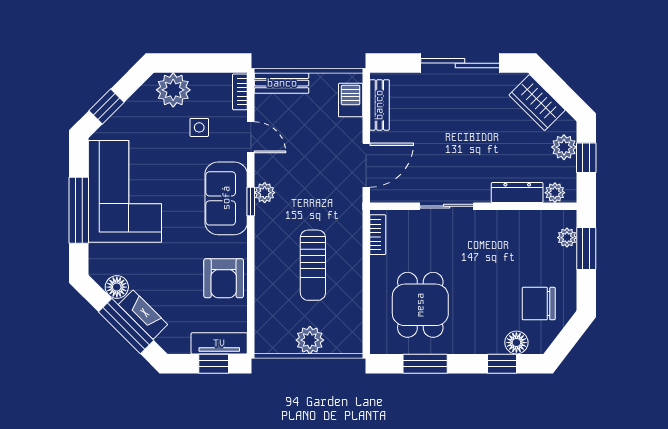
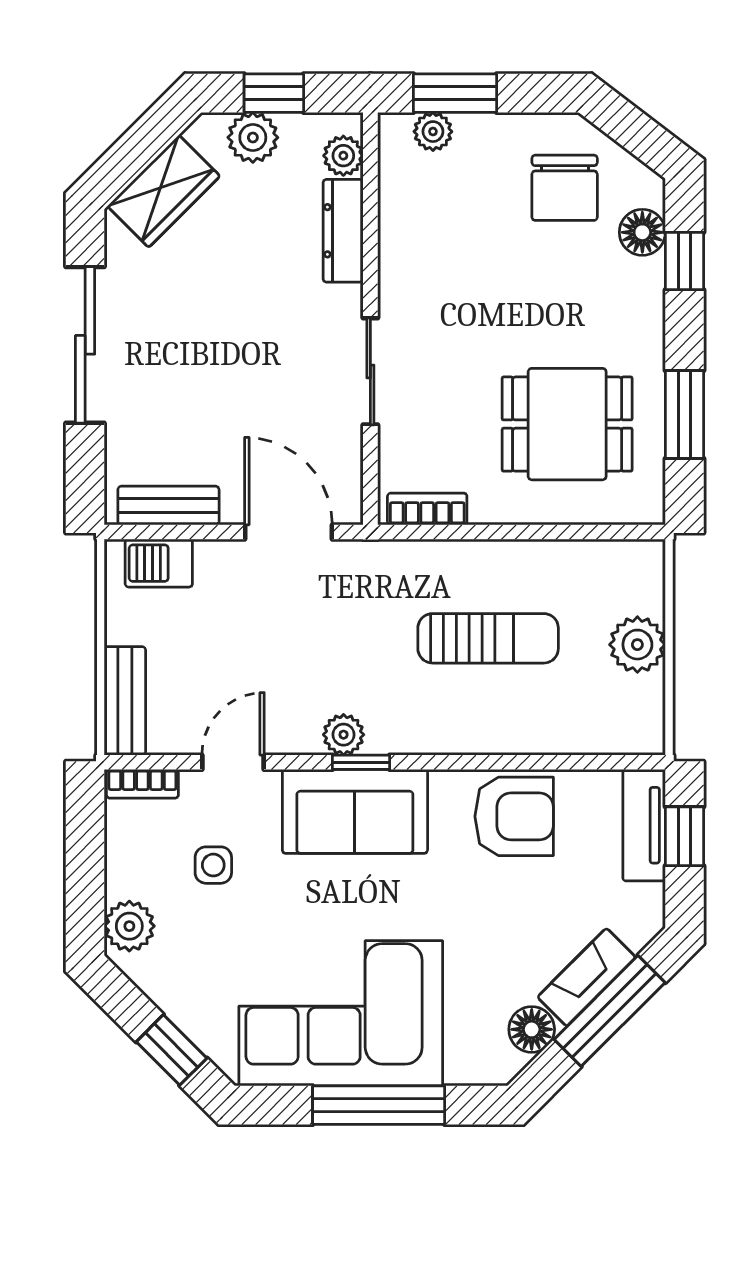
plant: (173, 90) -> (129, 926), width x0.73, depth x0.73

